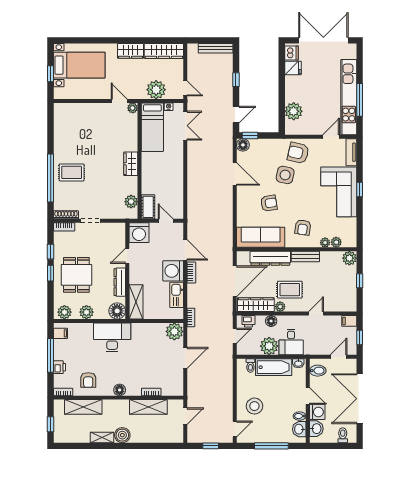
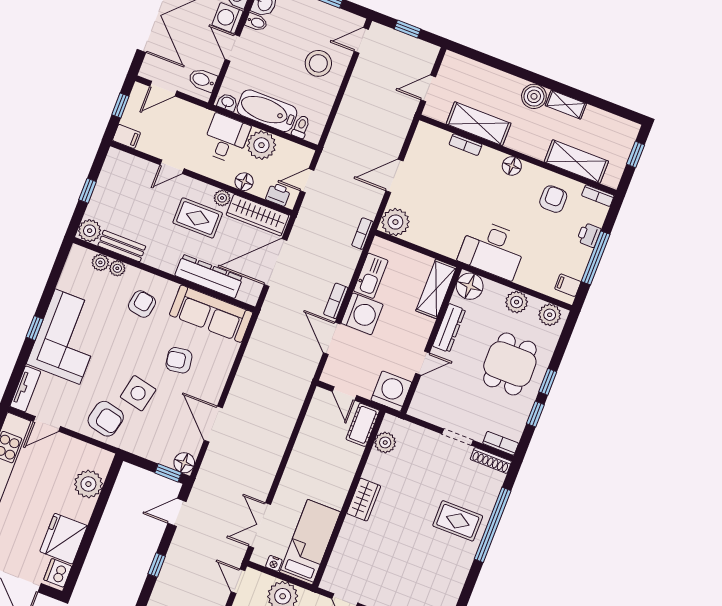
fridge: (293, 68) -> (64, 539), width x1.88, depth x1.34
plant: (133, 108) -> (329, 582), removed
bench: (305, 256) -> (122, 246), moved

